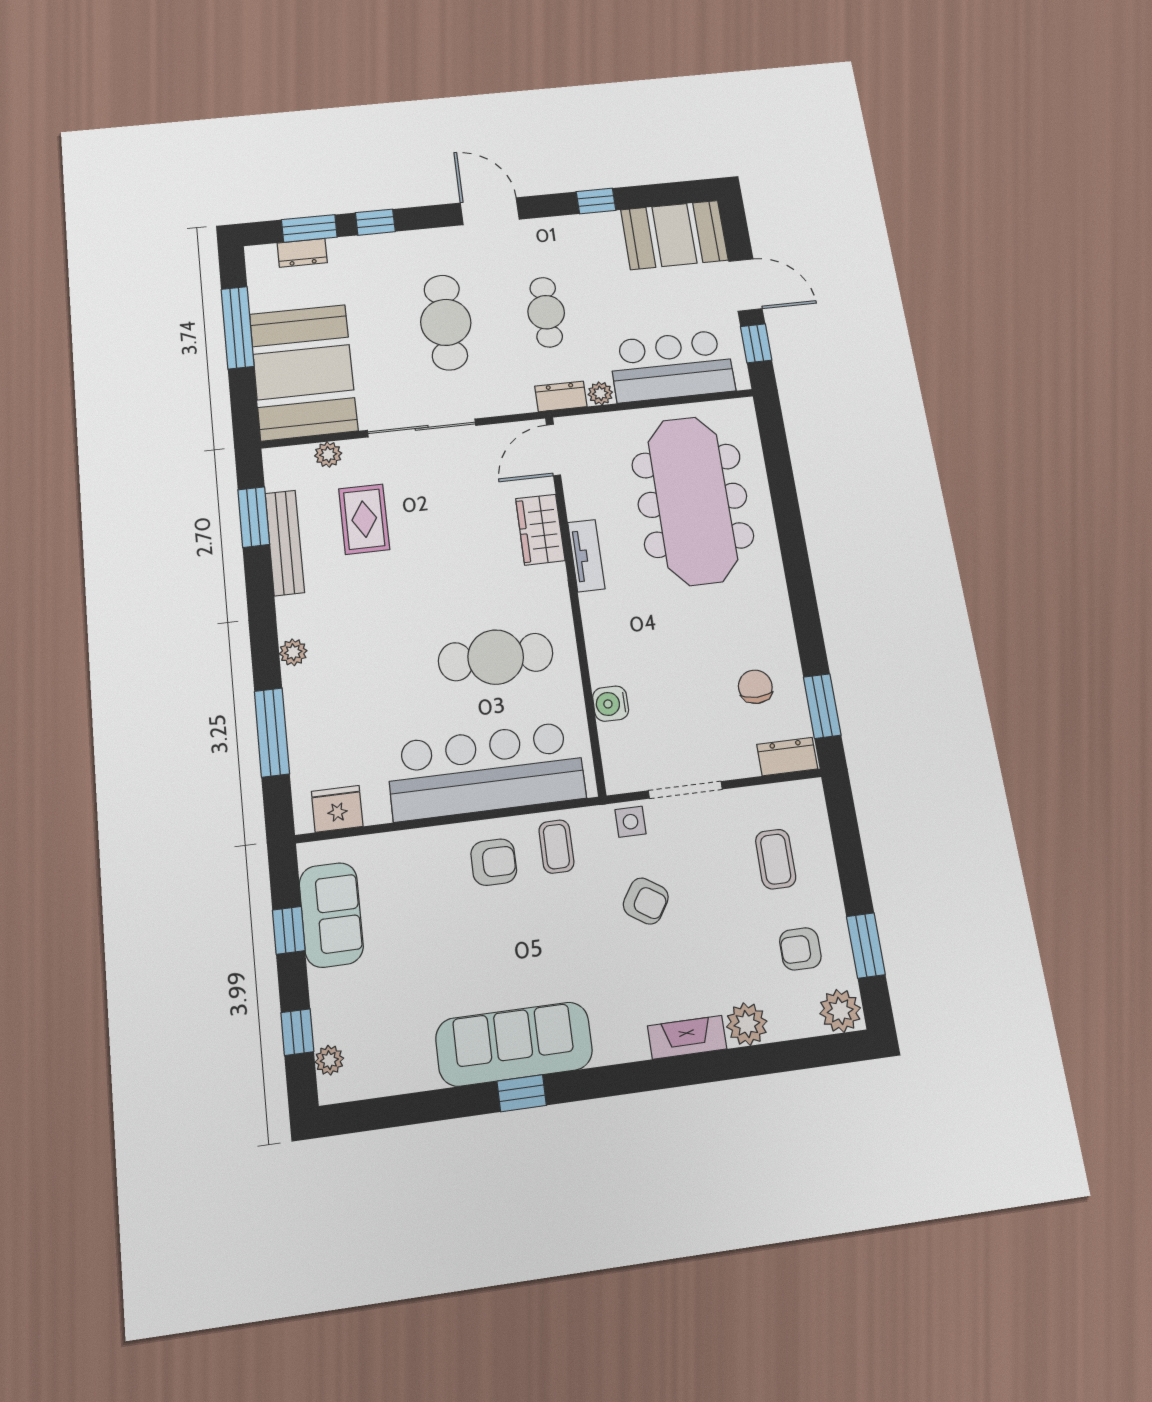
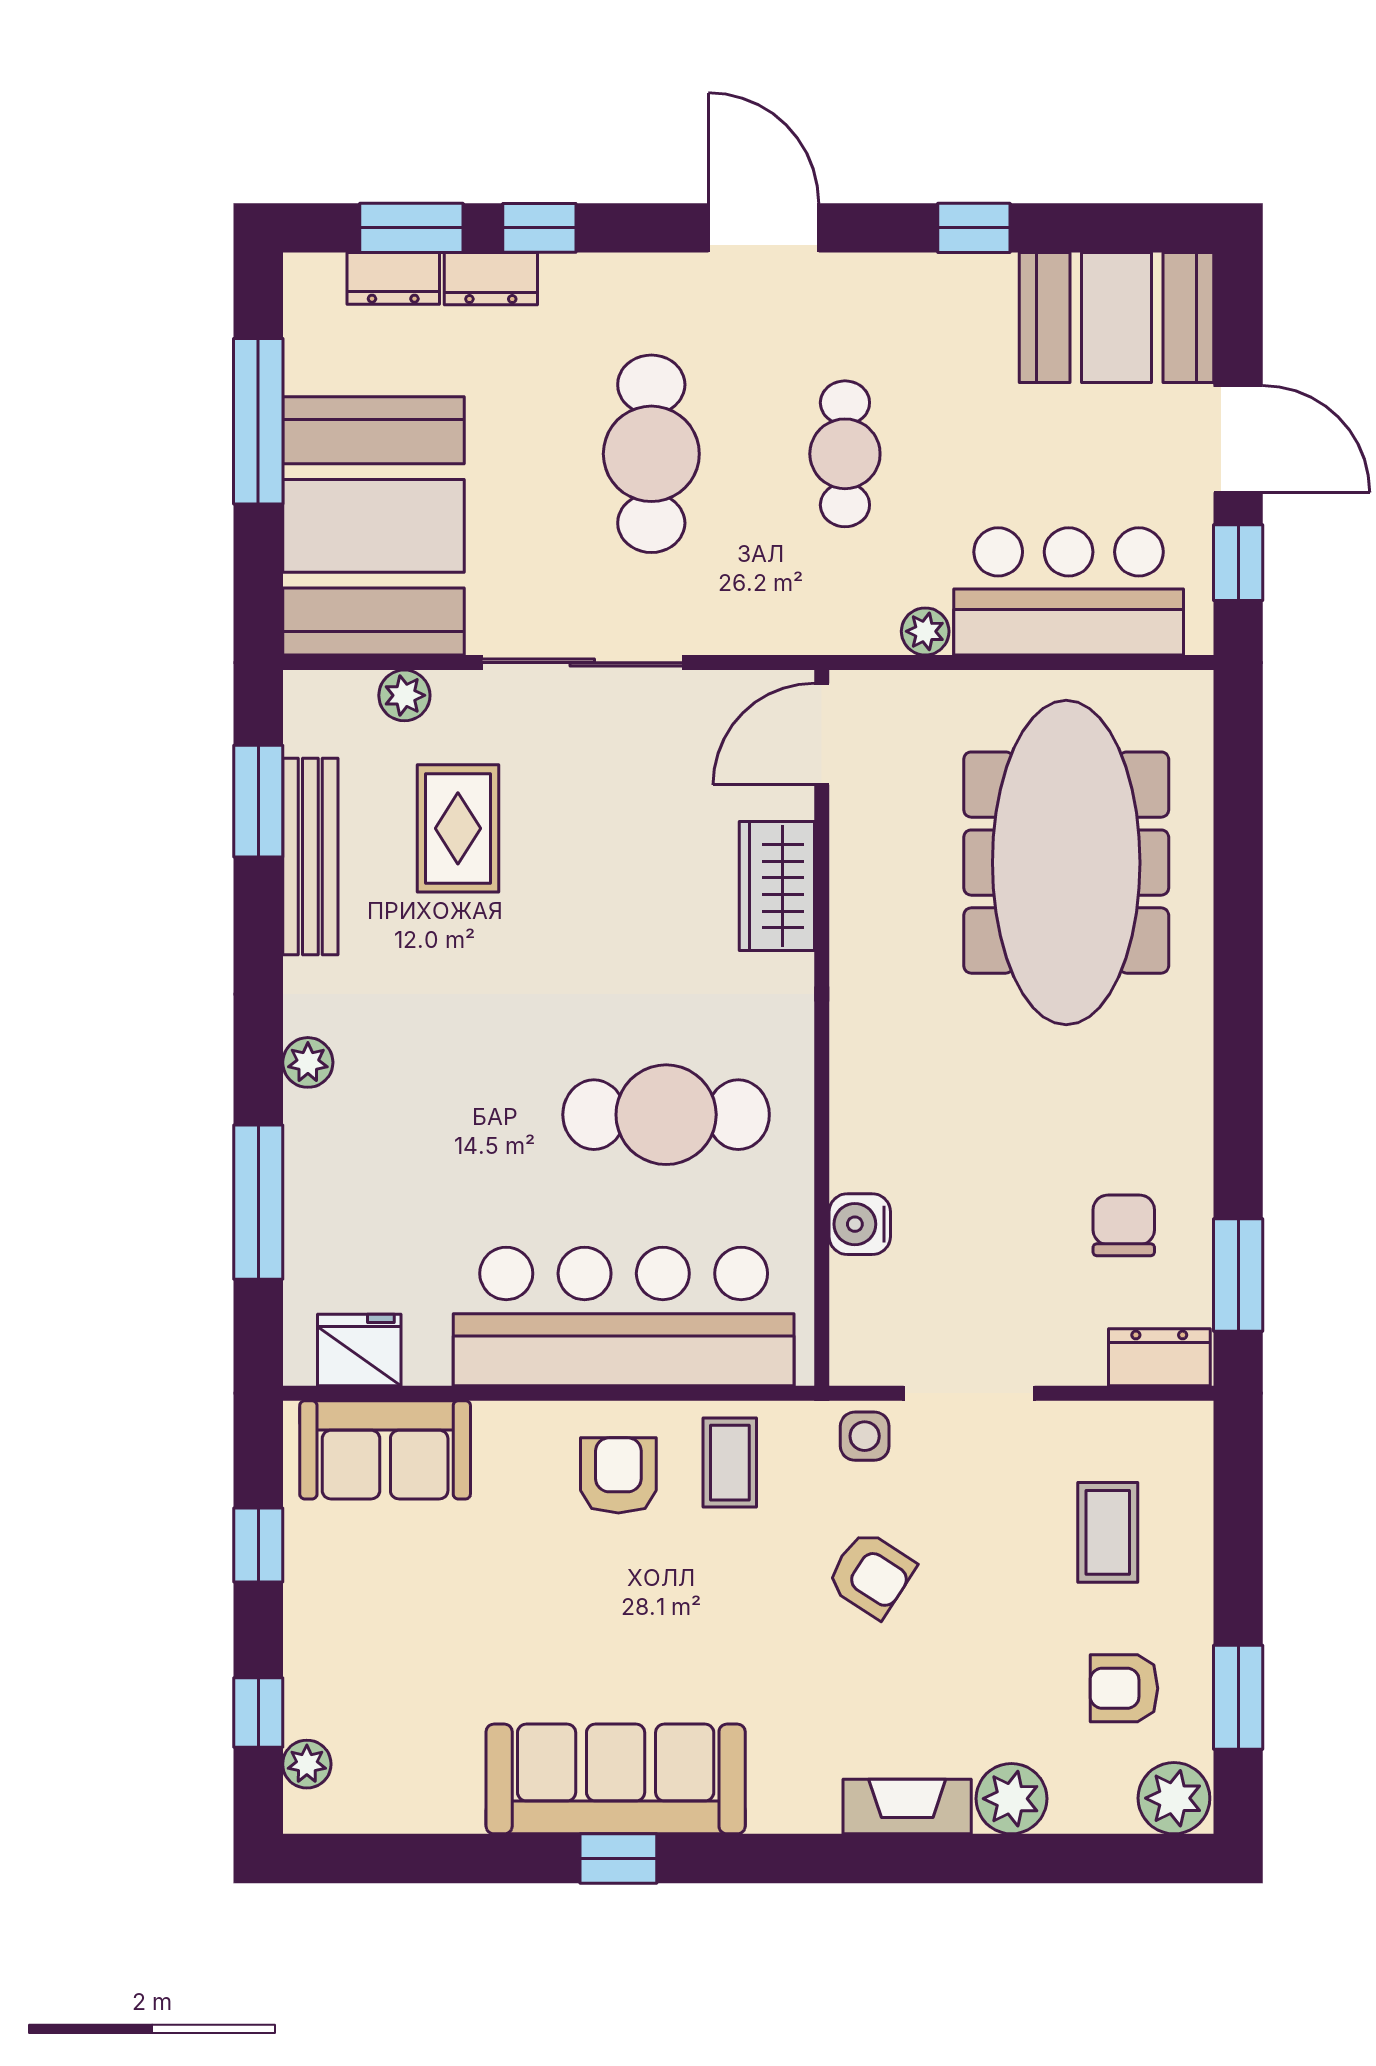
dresser: (561, 396) -> (491, 279), moved, turned 180
tv unit: (586, 556) -> (855, 945), removed
armchair: (494, 862) -> (618, 1475), turned -90
sofa: (331, 915) -> (385, 1450), moved, turned 90

